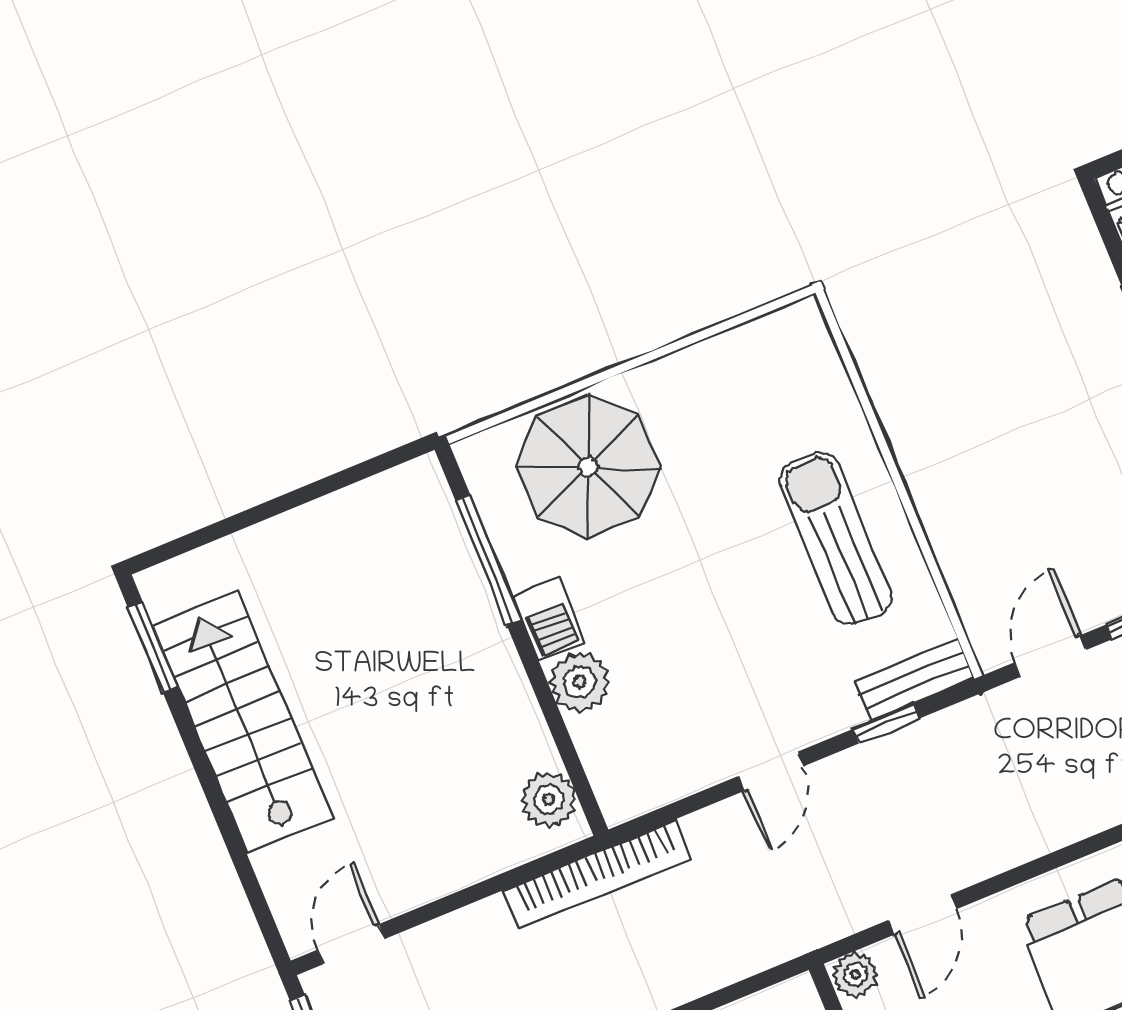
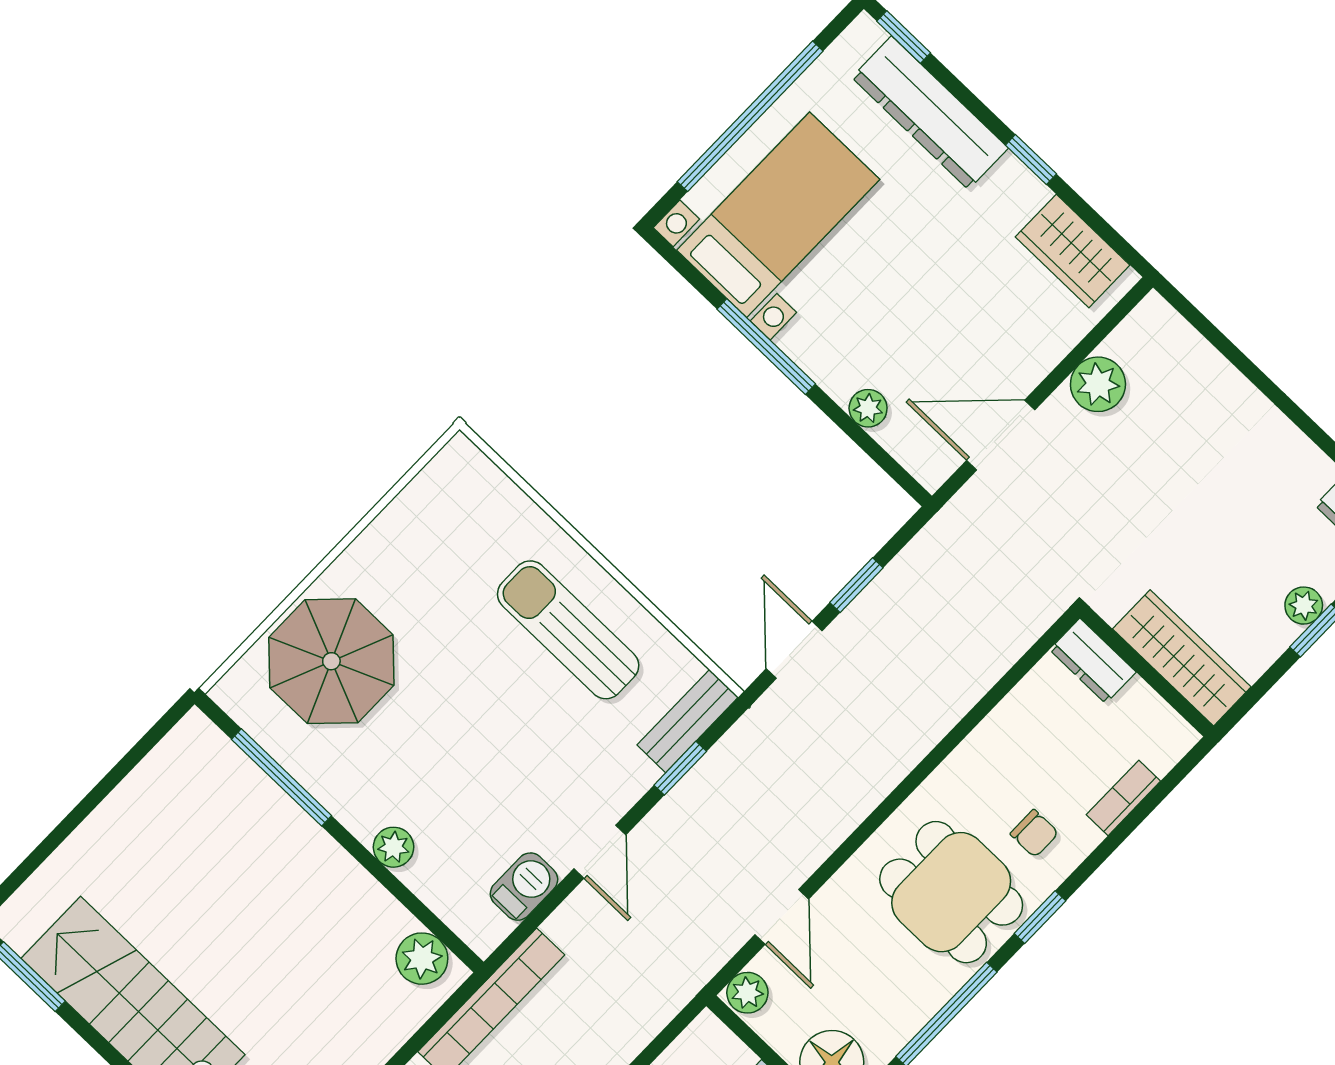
barbecue: (549, 620) -> (524, 887), moved, turned -90
plant: (579, 682) -> (394, 847), width x0.73, depth x0.73

